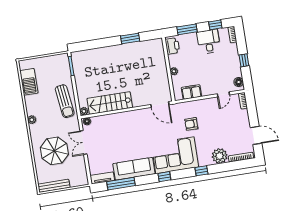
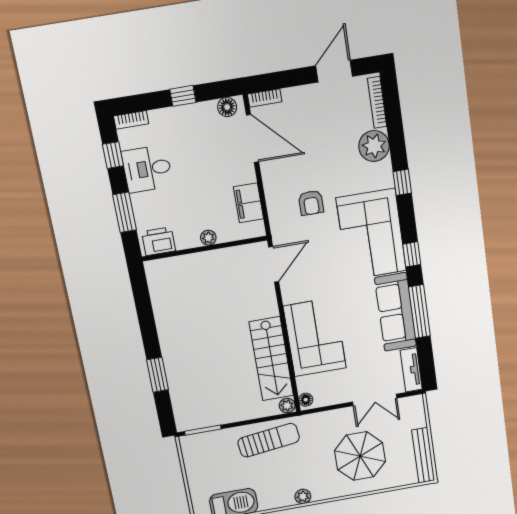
window: (130, 39) -> (158, 375), moved
door: (223, 94) -> (252, 138), width x1.88
corner sofa: (121, 126) -> (315, 337), added
double door: (83, 142) -> (375, 400), moved
window: (121, 184) -> (419, 311), moved

